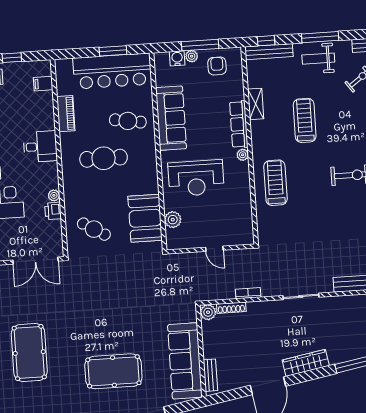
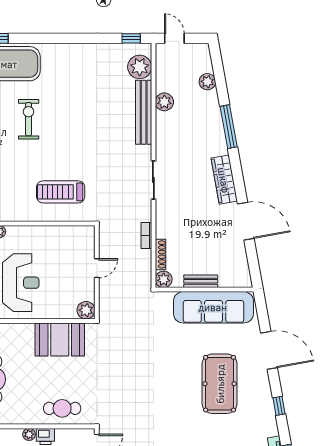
treadmill: (275, 183) -> (61, 192), moved
plant: (173, 220) -> (86, 310), moved
cafe table: (94, 229) -> (62, 408), moved, turned 59
bench: (210, 375) -> (201, 281), moved

